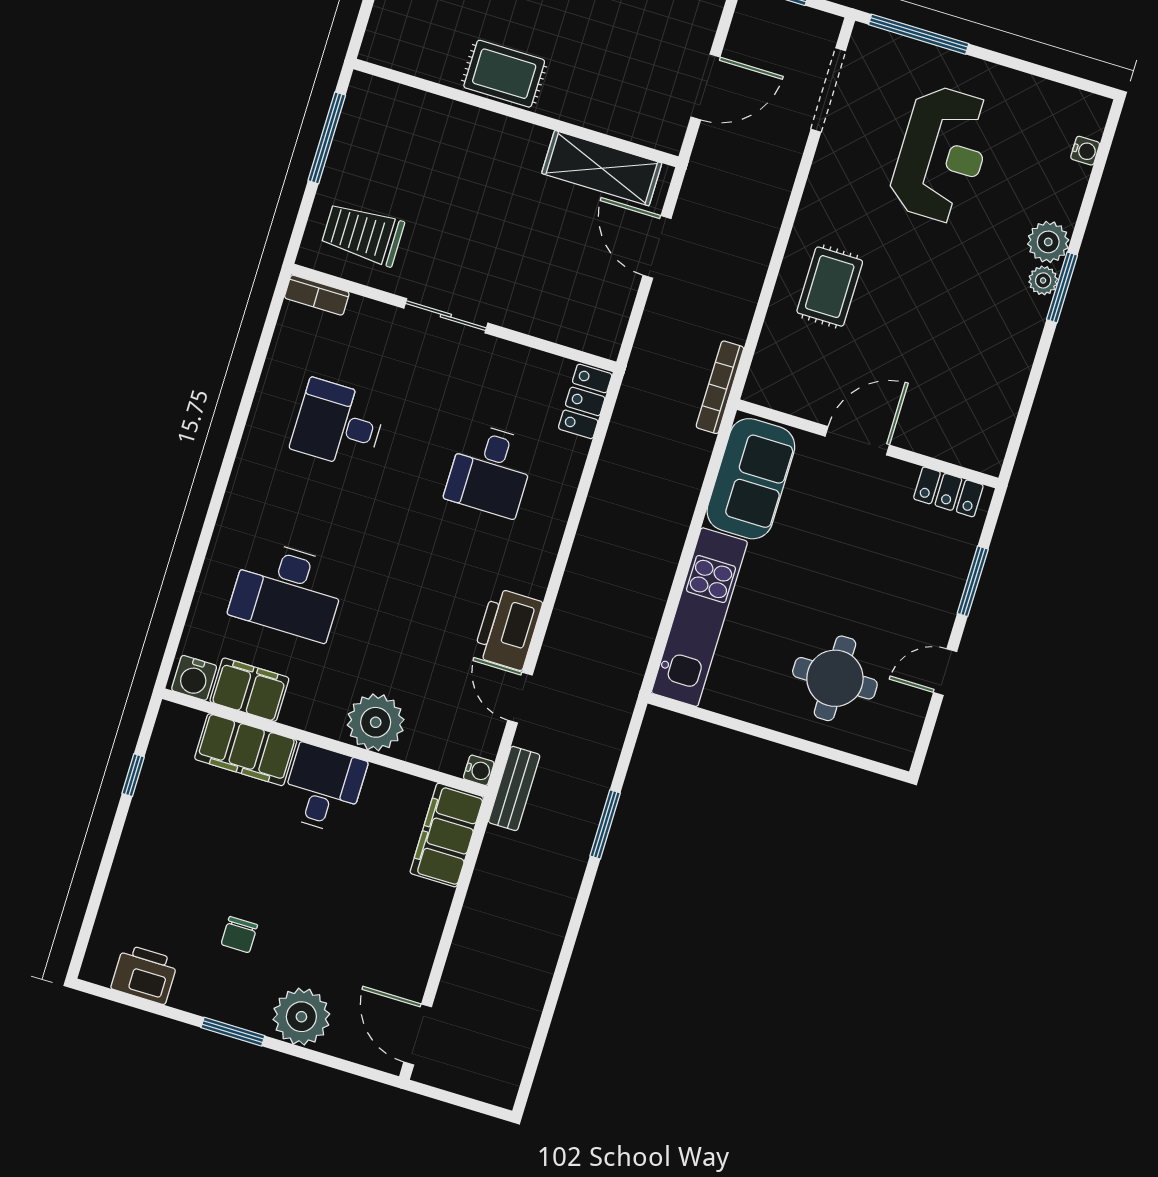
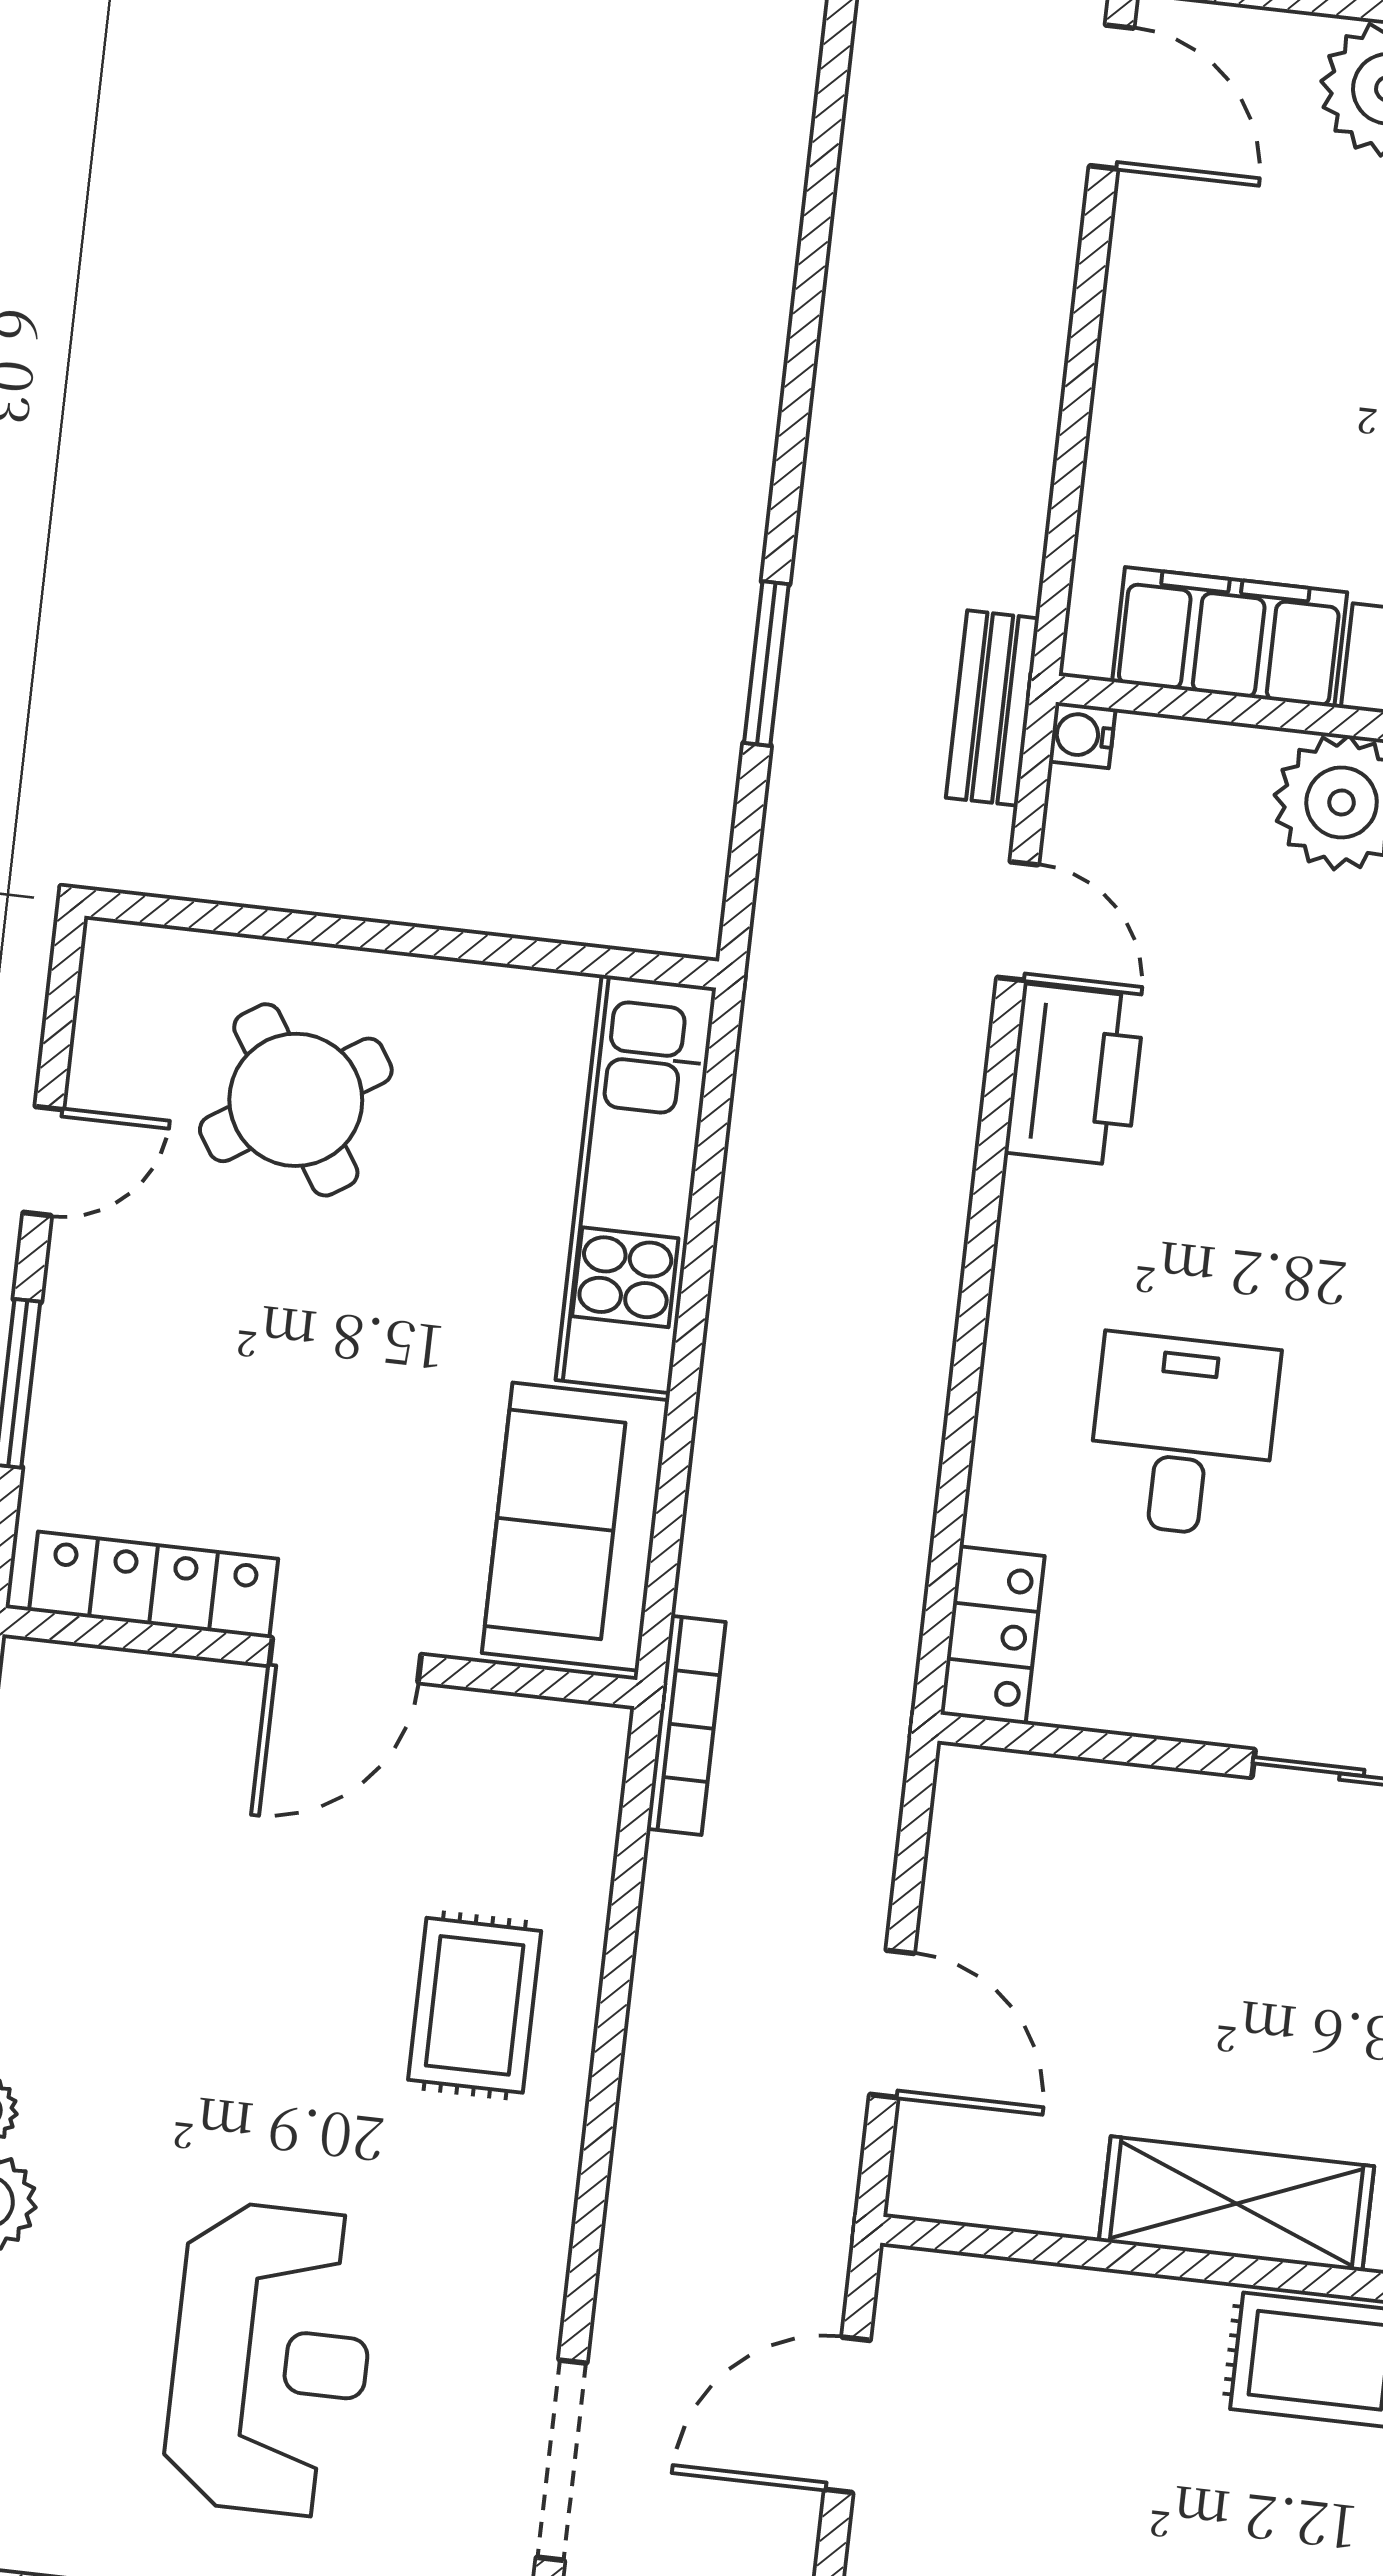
reception desk: (942, 154) -> (271, 2359), turned 180
shelving: (602, 168) -> (1236, 2204), moved
locker: (948, 492) -> (154, 1585), width x1.53
round table: (835, 678) -> (296, 1100), turned -33
filing cabinet: (447, 835) -> (1230, 637), moved, turned -90

